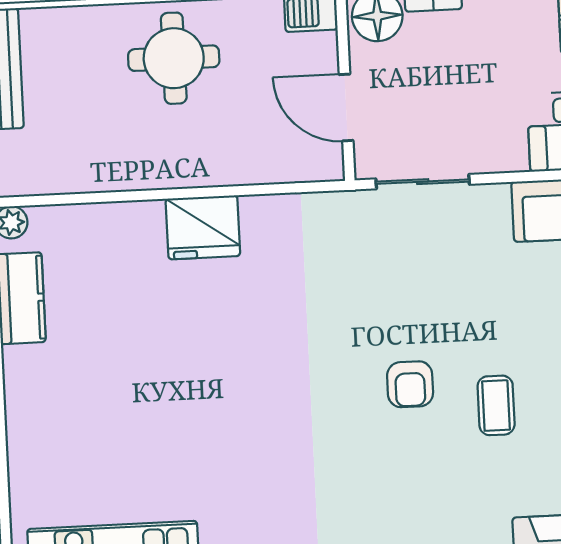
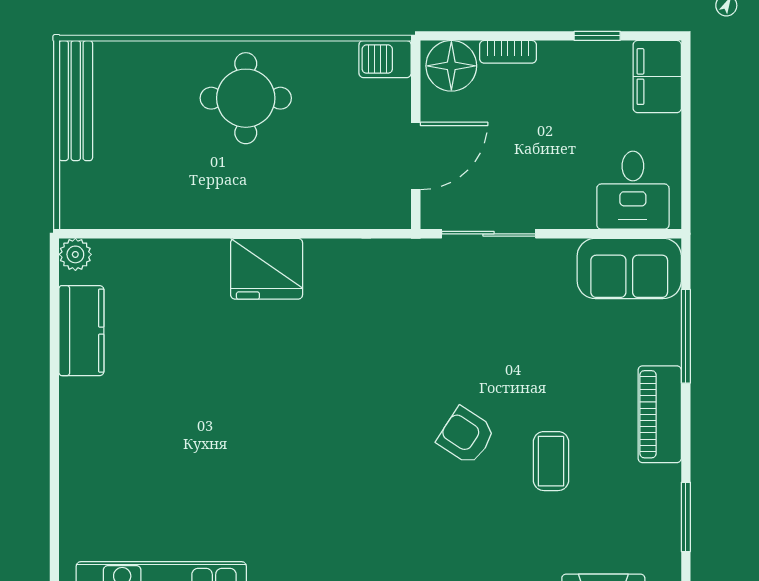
door: (346, 107) -> (416, 156), swing flipped
armchair: (410, 384) -> (466, 436), turned 123

